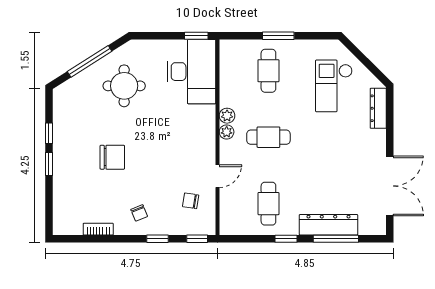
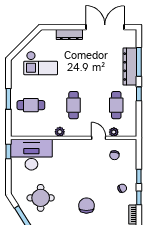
dresser: (378, 108) -> (69, 35), moved
plant: (227, 132) -> (114, 132), moved
cafe table: (268, 204) -> (116, 105), turned 90
window: (197, 239) -> (139, 198), moved

